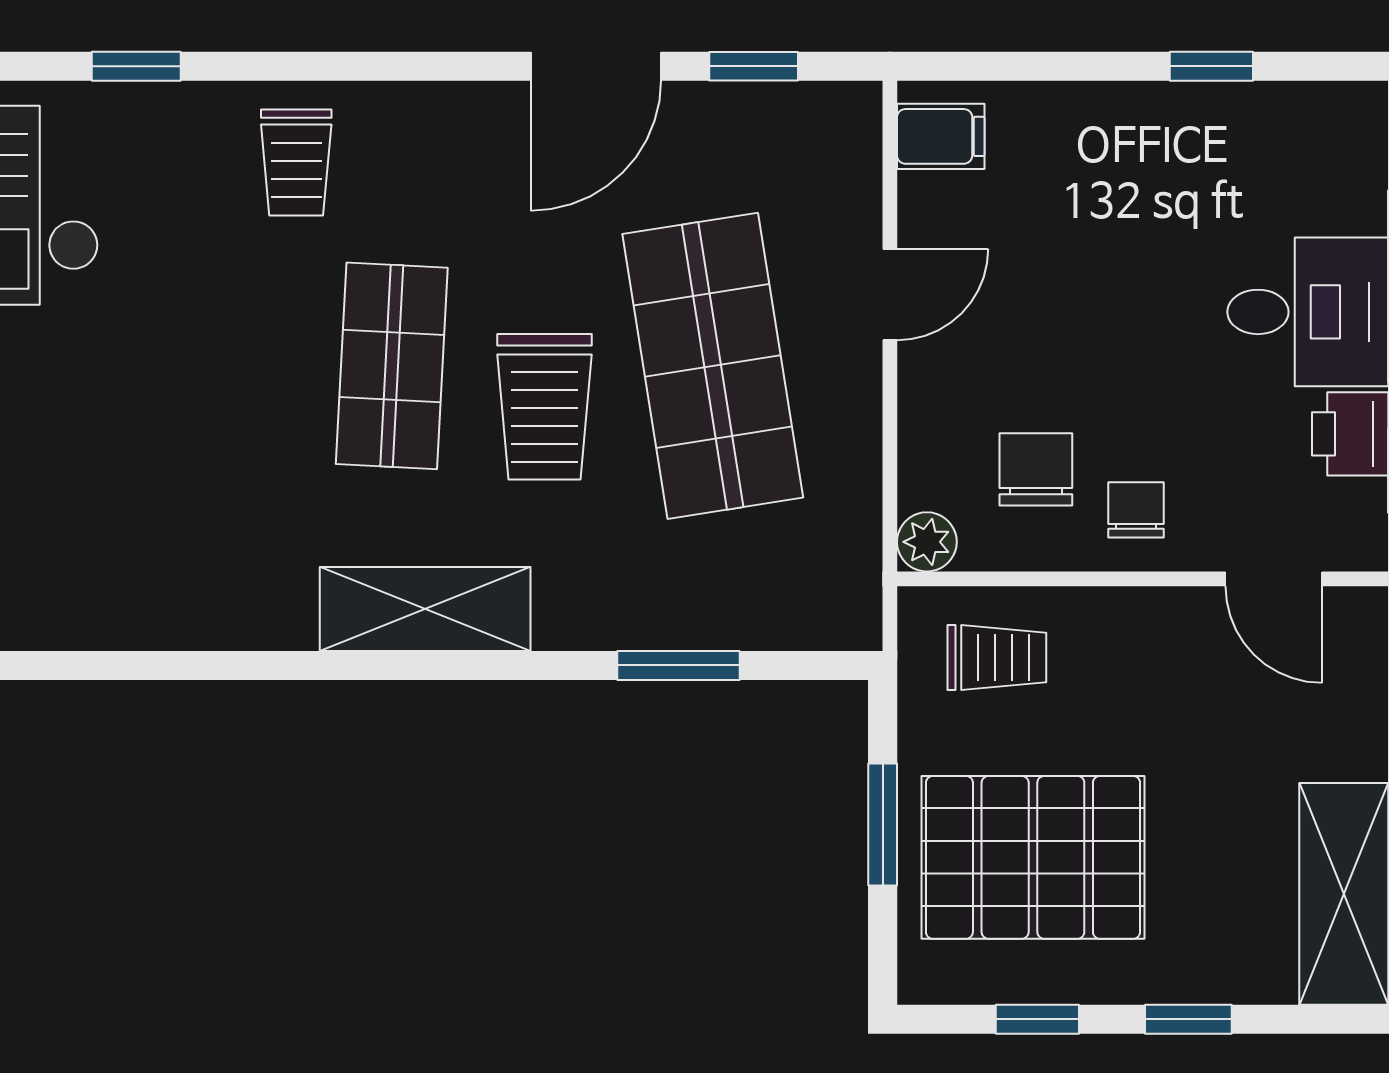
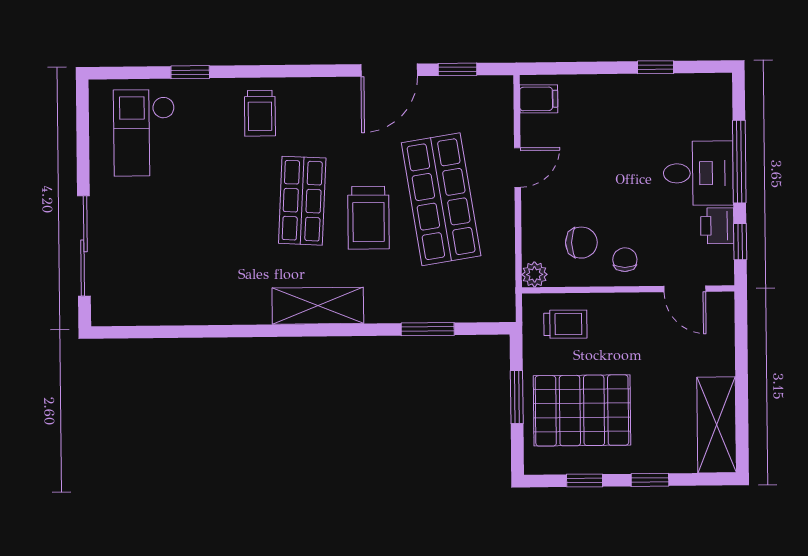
chair: (1036, 469) -> (581, 243), turned 90

